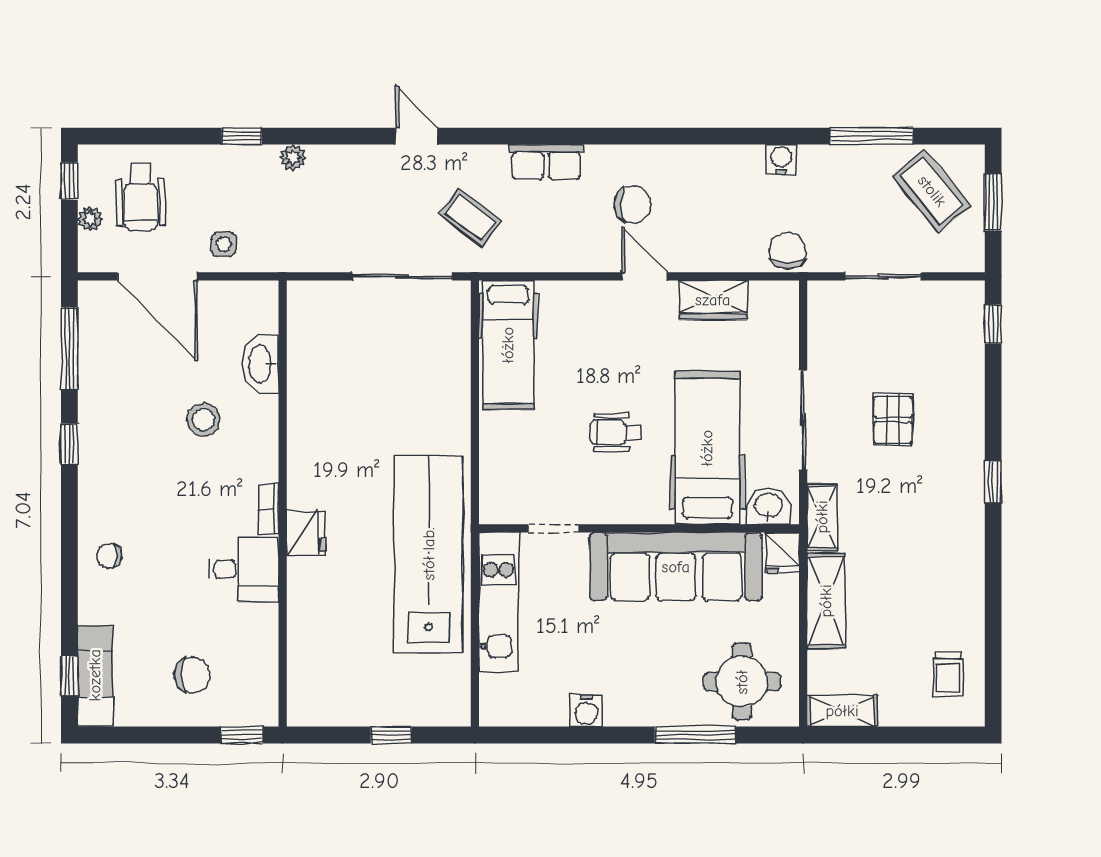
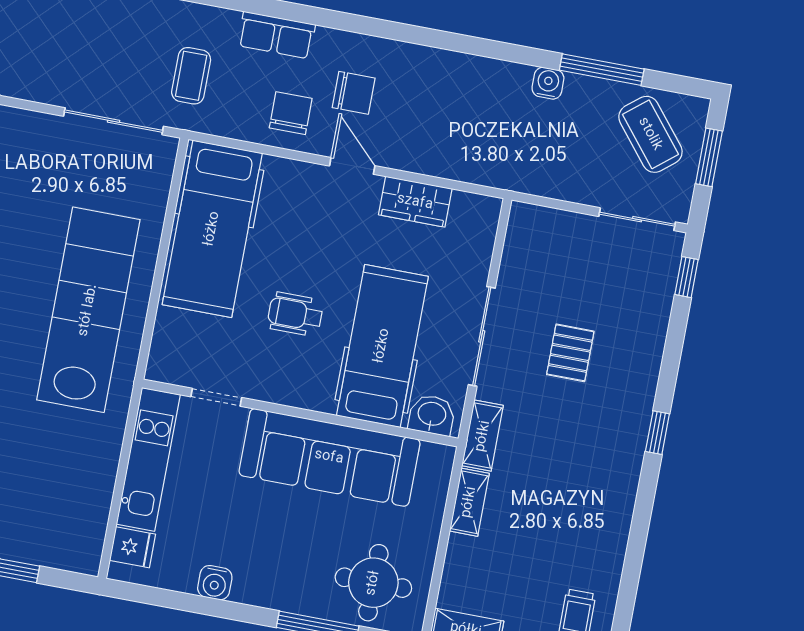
water cooler: (781, 159) -> (548, 83), moved
coffee table: (470, 218) -> (191, 76), turned 53
chair: (787, 251) -> (291, 113), moved
sliding door: (883, 276) -> (637, 219), moved
hospital bed: (508, 345) -> (212, 229), width x1.37, depth x1.29
fridge: (782, 553) -> (133, 547), moved, turned -90
lab bench: (429, 554) -> (88, 310), moved
shelving: (826, 601) -> (469, 502), width x0.67, depth x0.75

